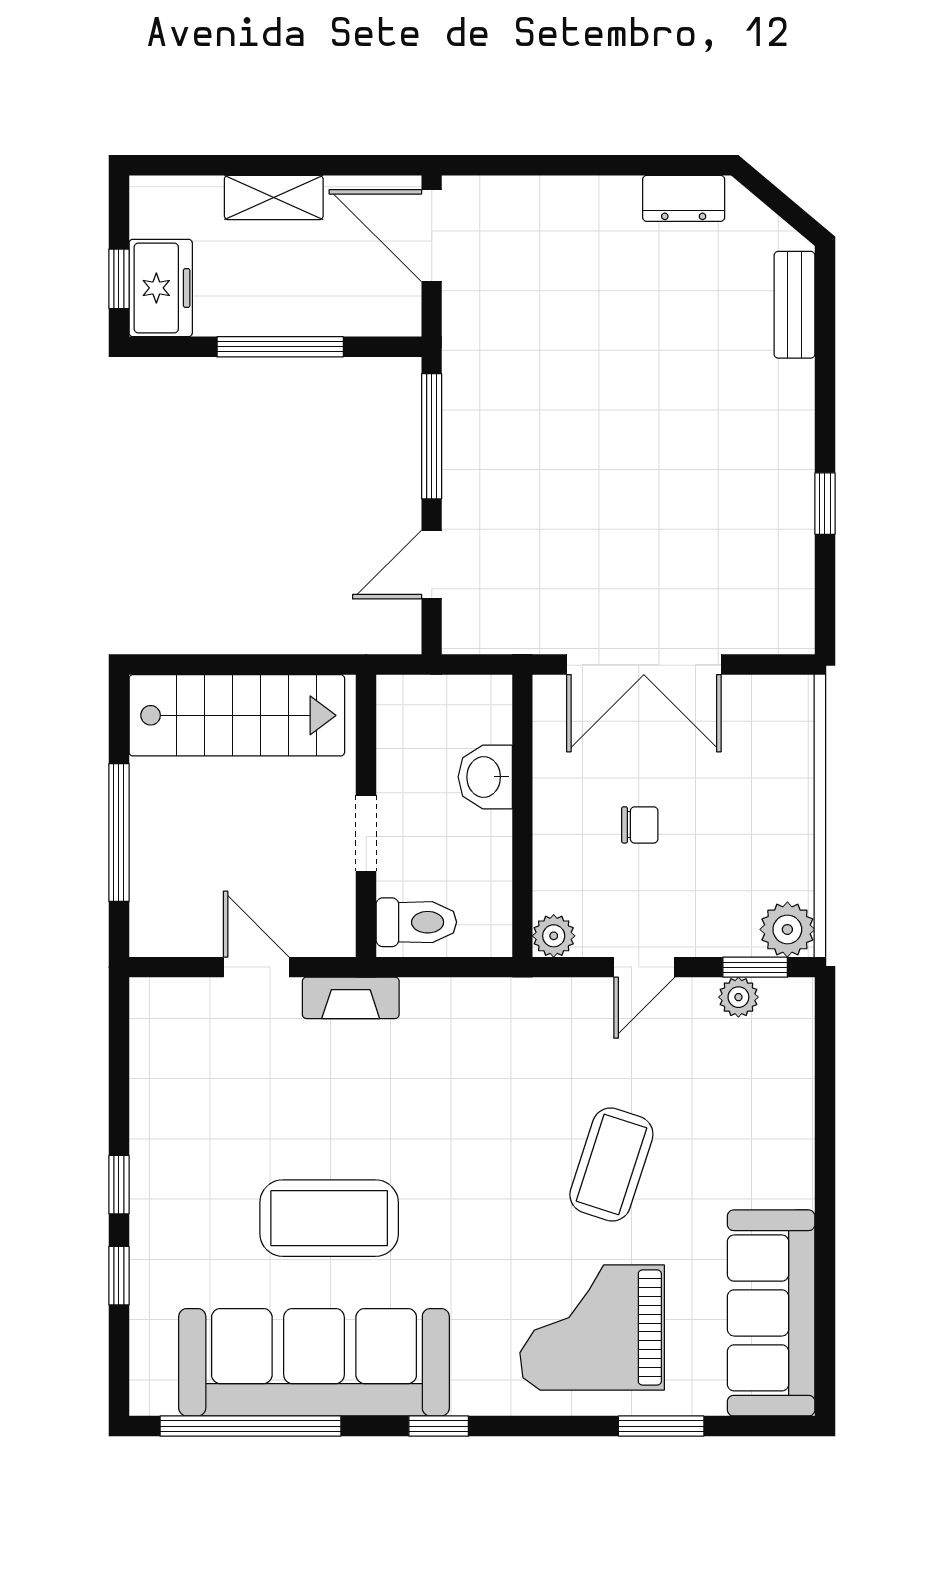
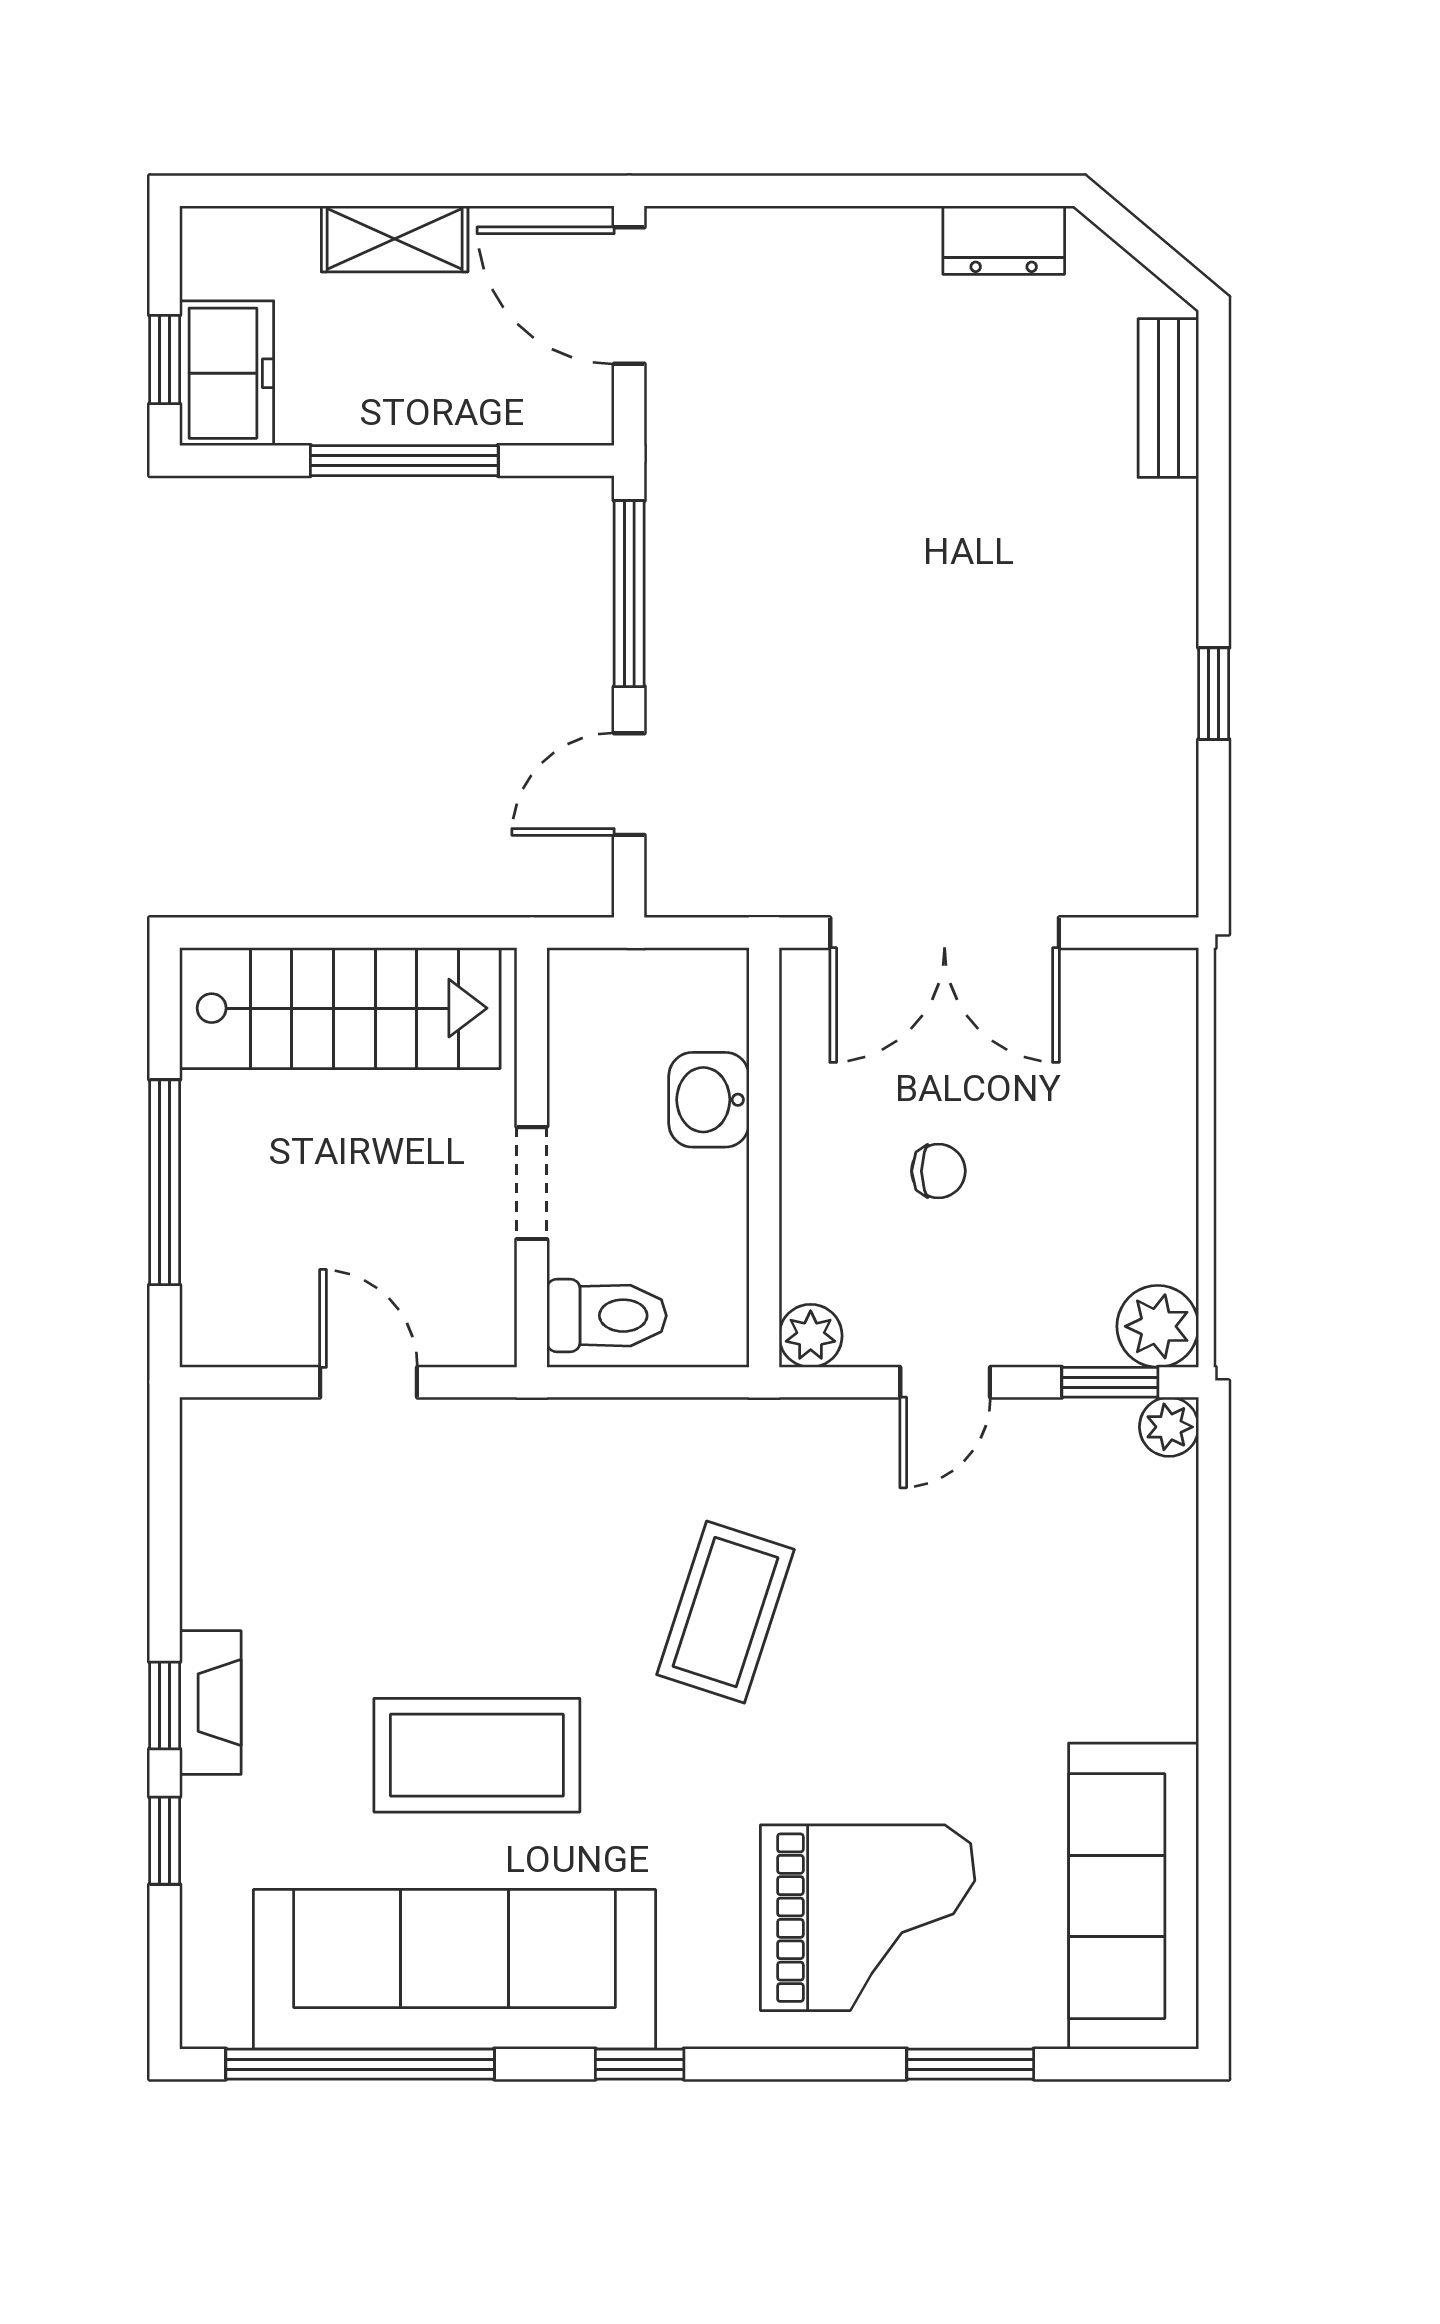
plant: (738, 997) -> (1169, 1427), moved
fireplace: (351, 998) -> (210, 1703), moved, turned -90
coffee table: (611, 1164) -> (726, 1612), moved
grand piano: (592, 1328) -> (868, 1918), turned 180

